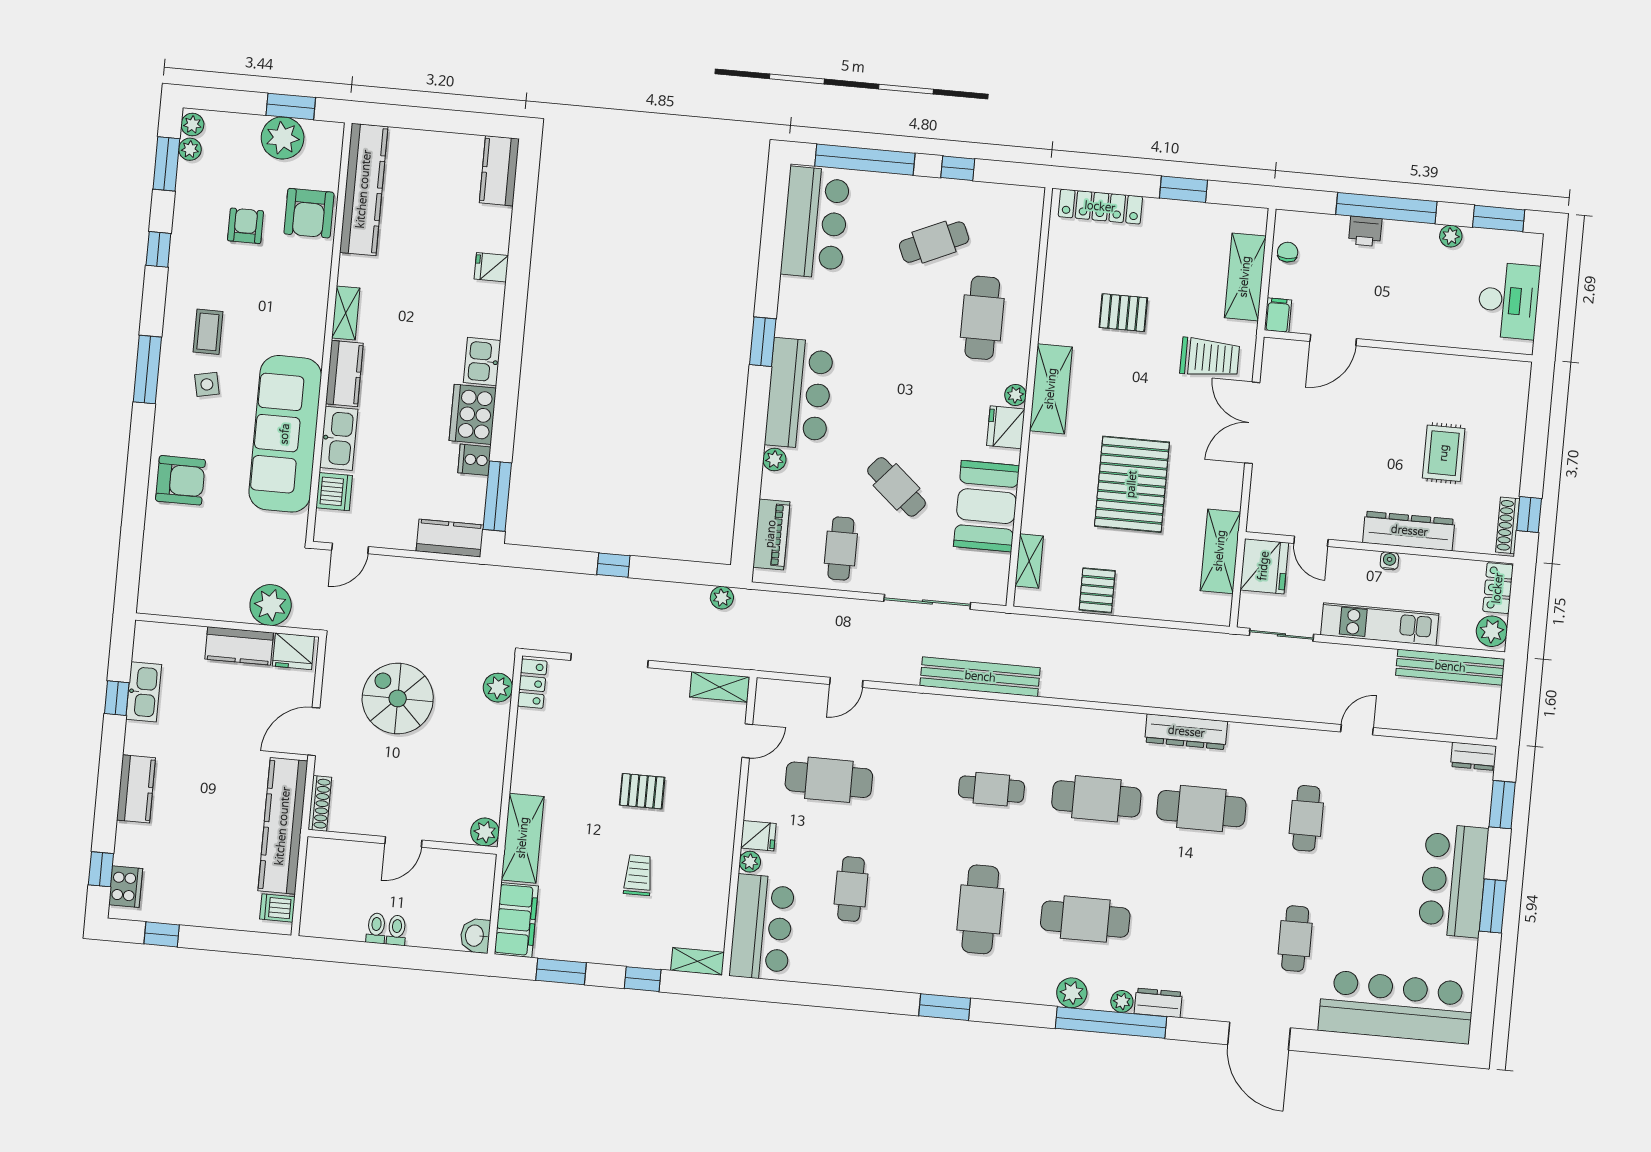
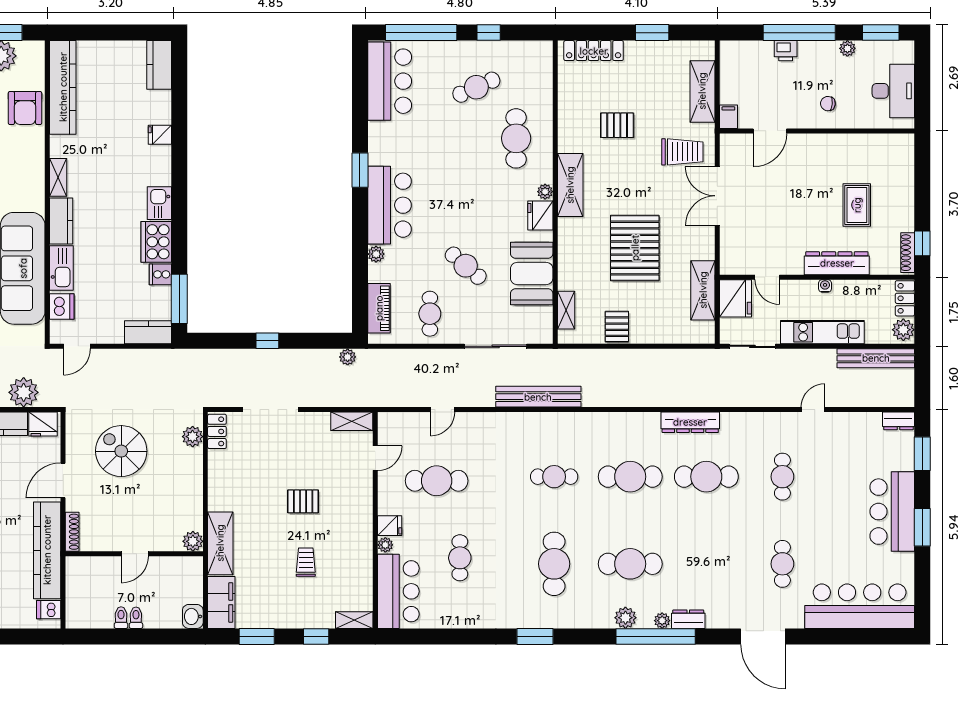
chair: (1288, 252) -> (828, 104), moved, turned -84

